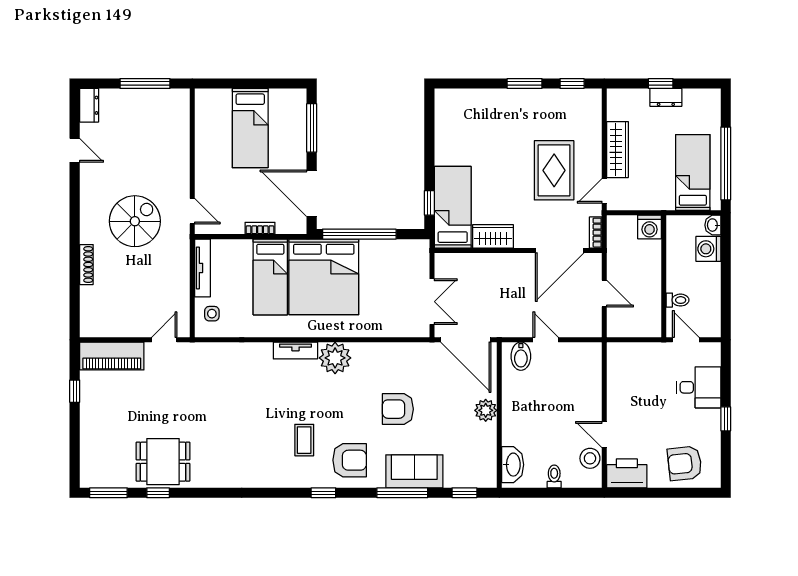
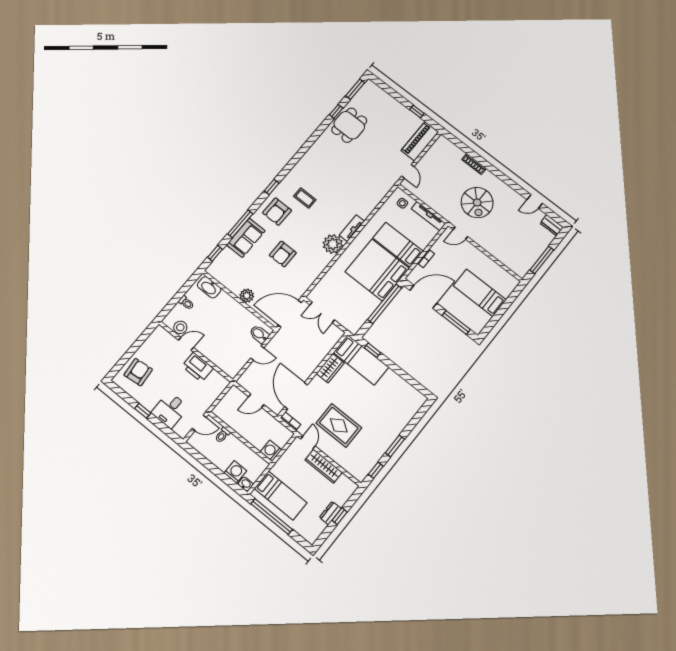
armchair: (398, 409) -> (283, 254), turned 180
printer: (627, 473) -> (198, 367), moved, turned 90

